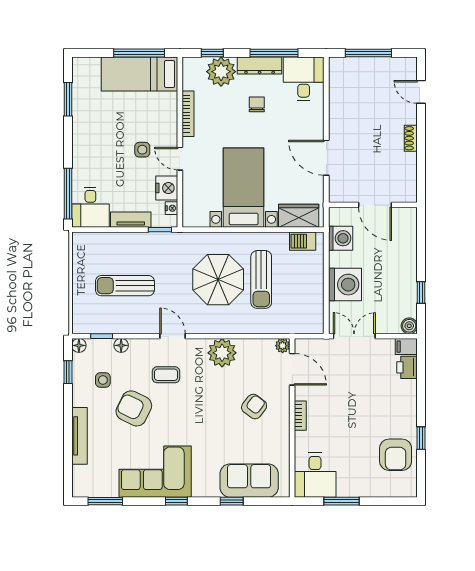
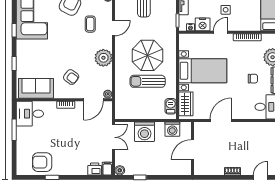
sofa: (249, 481) -> (36, 88), moved, turned -90

